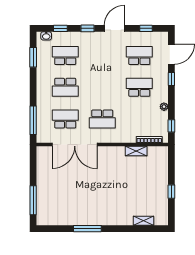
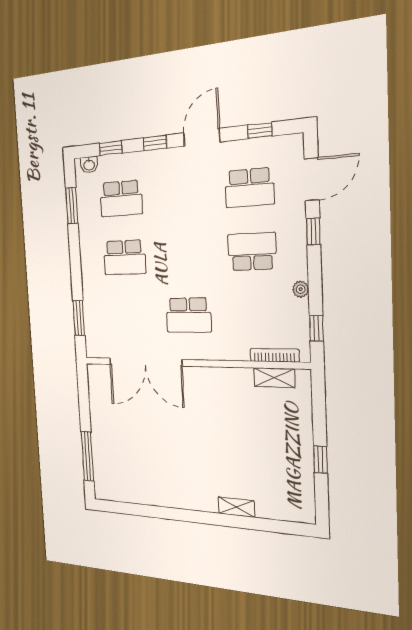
school desk: (65, 56) -> (121, 198), turned 180
school desk: (139, 56) -> (249, 188), turned 180
school desk: (65, 119) -> (128, 316), removed
window: (33, 120) -> (79, 318), width x0.69
shelving: (136, 151) -> (274, 378), moved
shelving: (144, 221) -> (236, 507), moved
window: (87, 229) -> (174, 514), removed

